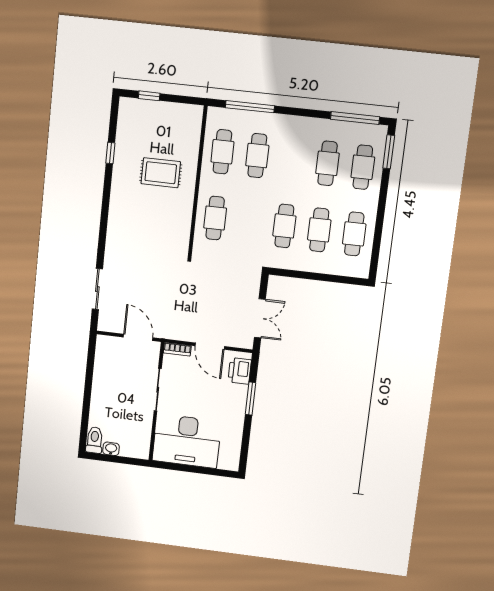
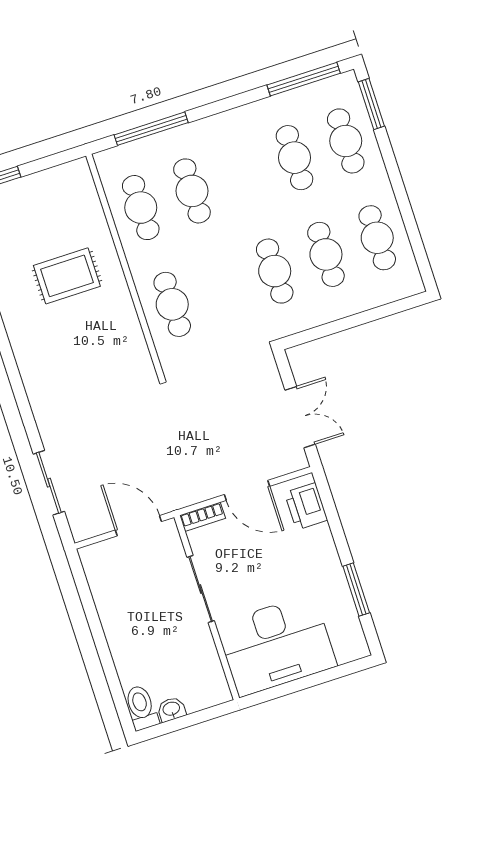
window: (250, 399) -> (356, 589), moved

